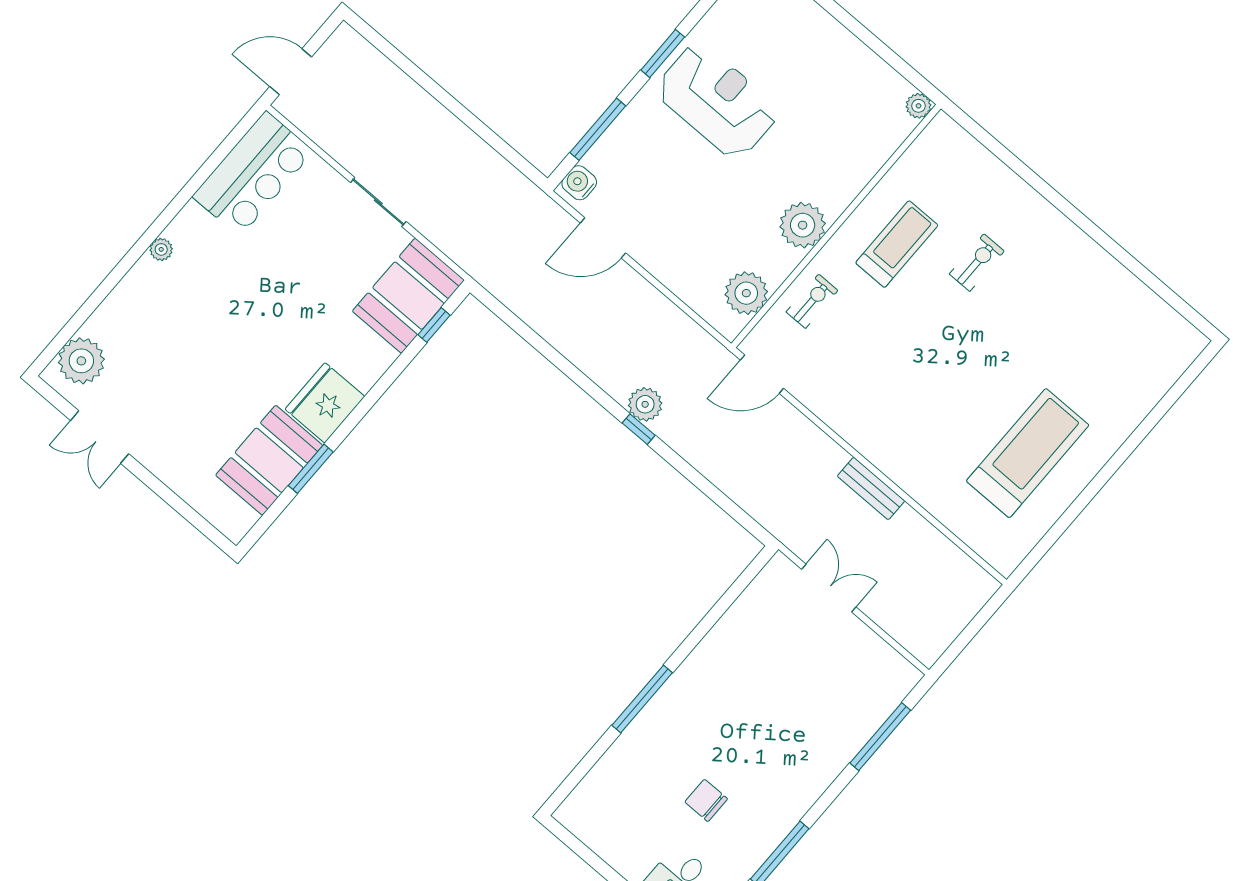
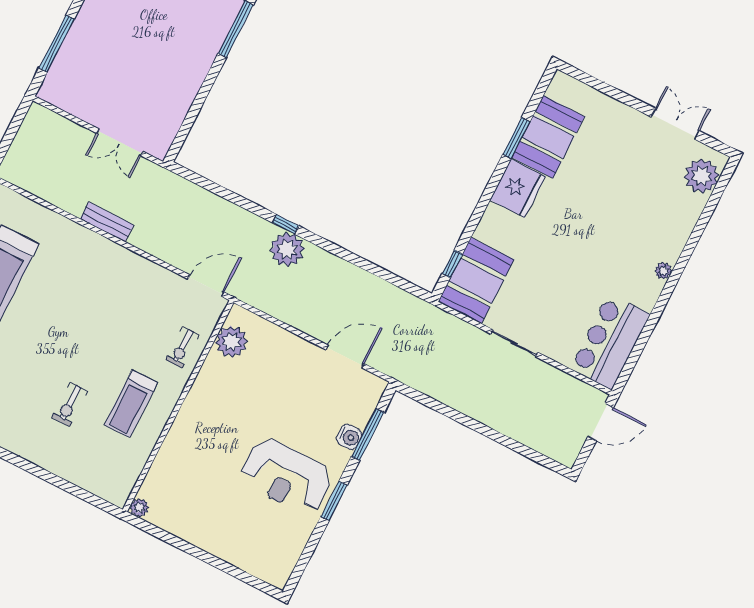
water cooler: (579, 183) -> (349, 437), moved
plant: (803, 225) -> (203, 401), removed
plant: (645, 404) -> (287, 250), width x1.36, depth x1.36

